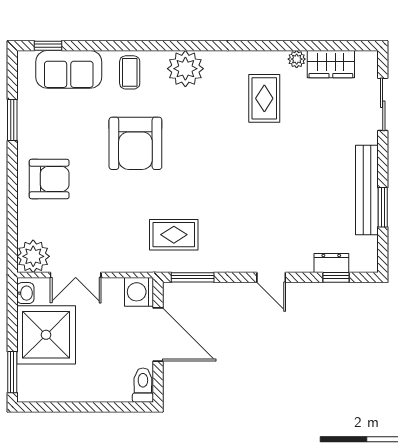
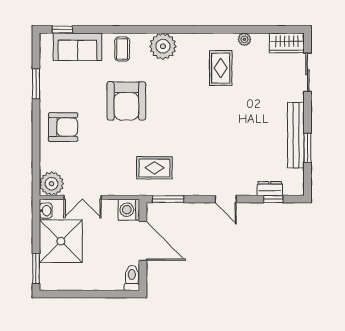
wardrobe: (331, 64) -> (287, 43), moved

